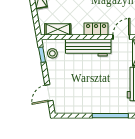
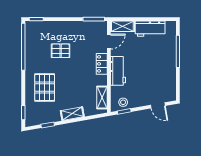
door: (121, 37) -> (109, 42), swing flipped
workbench: (88, 48) -> (118, 71), width x0.73

